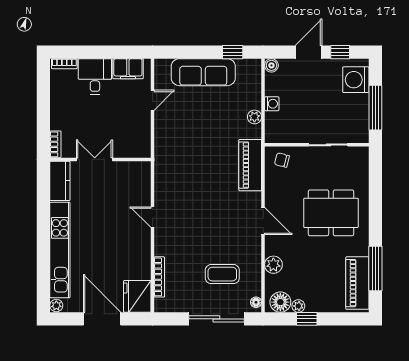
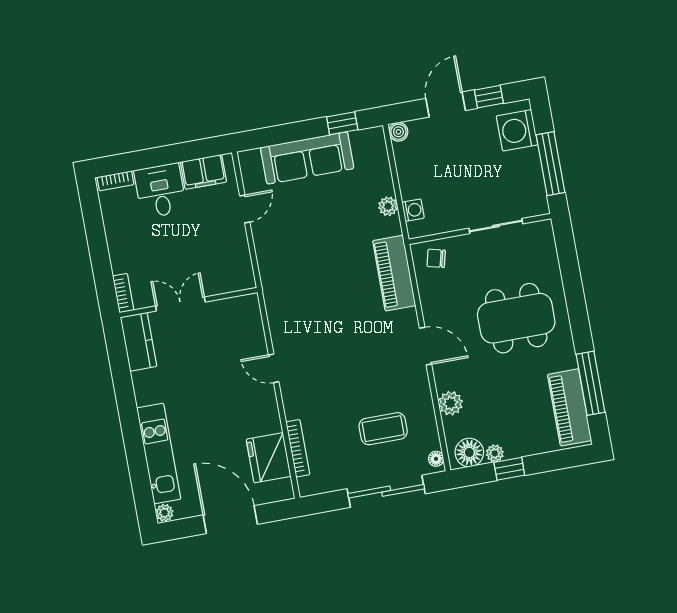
washing machine: (272, 104) -> (413, 210), moved
kitchen unit: (60, 250) -> (159, 454), width x0.73
fridge: (137, 296) -> (269, 458), moved

